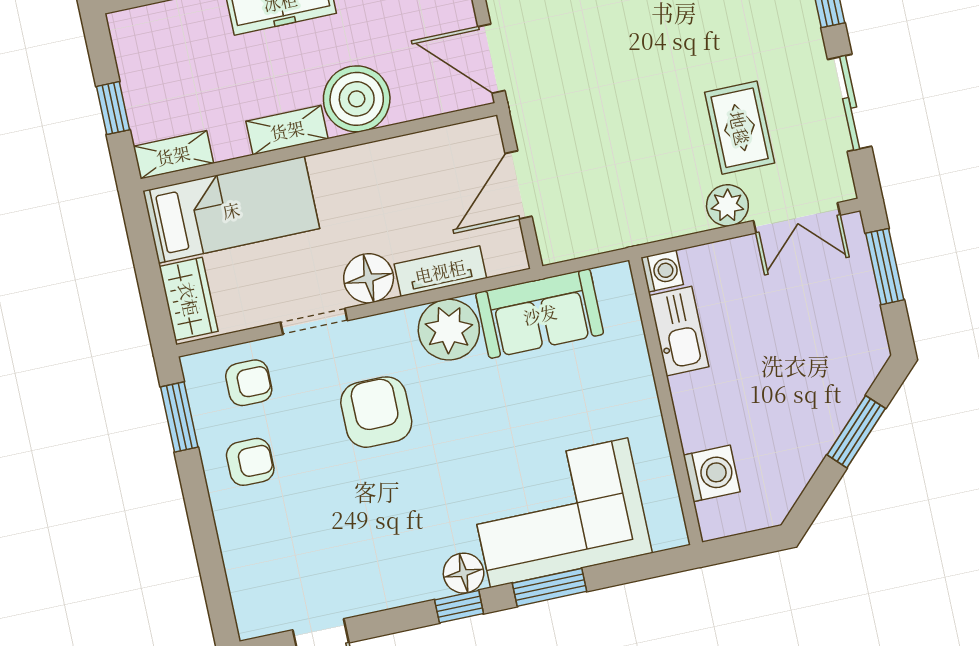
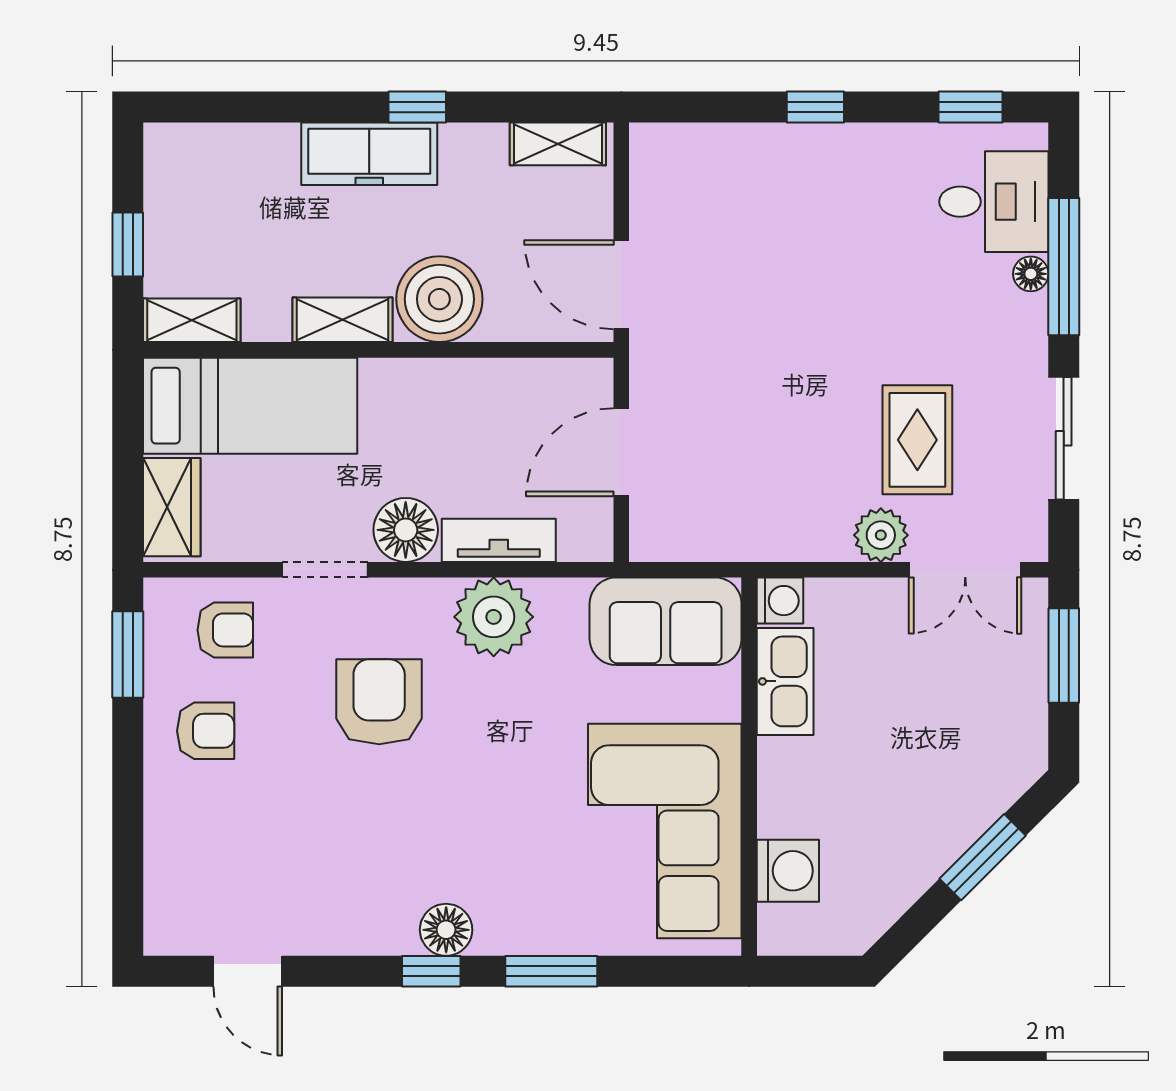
sofa: (540, 314) -> (666, 621), moved
corner sofa: (559, 513) -> (665, 831), moved, turned -90

